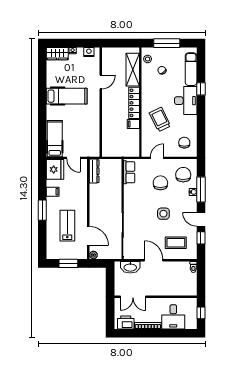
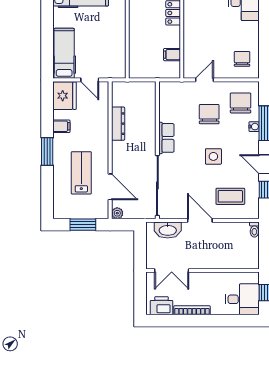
trolley: (160, 119) -> (209, 27), removed
filing cabinet: (133, 124) -> (172, 55), moved
dresser: (94, 171) -> (118, 124), moved
row of seats: (129, 172) -> (166, 138), moved
desk: (173, 317) -> (242, 299), moved, turned -90

